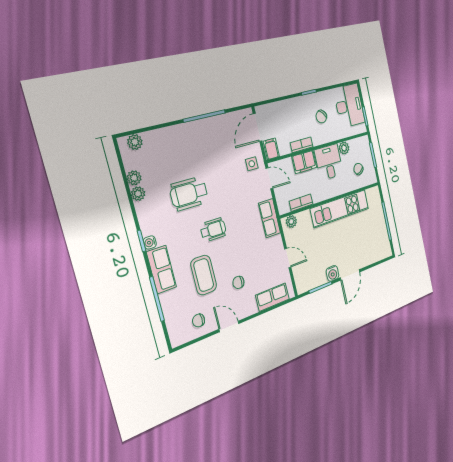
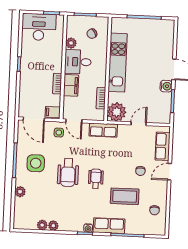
chair: (321, 117) -> (41, 58), removed
plant: (135, 142) -> (20, 192), moved
side table: (209, 145) -> (36, 163), added
door: (269, 178) -> (74, 121), swing flipped
wheelchair: (189, 194) -> (68, 172), moved
plant: (291, 221) -> (117, 112), width x1.88, depth x1.88
door: (229, 326) -> (169, 172), moved

